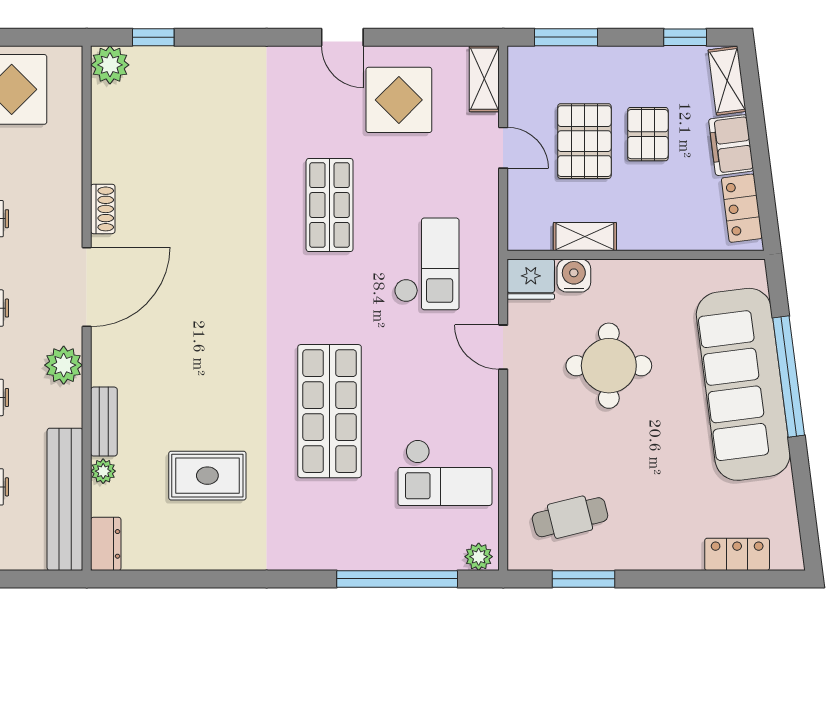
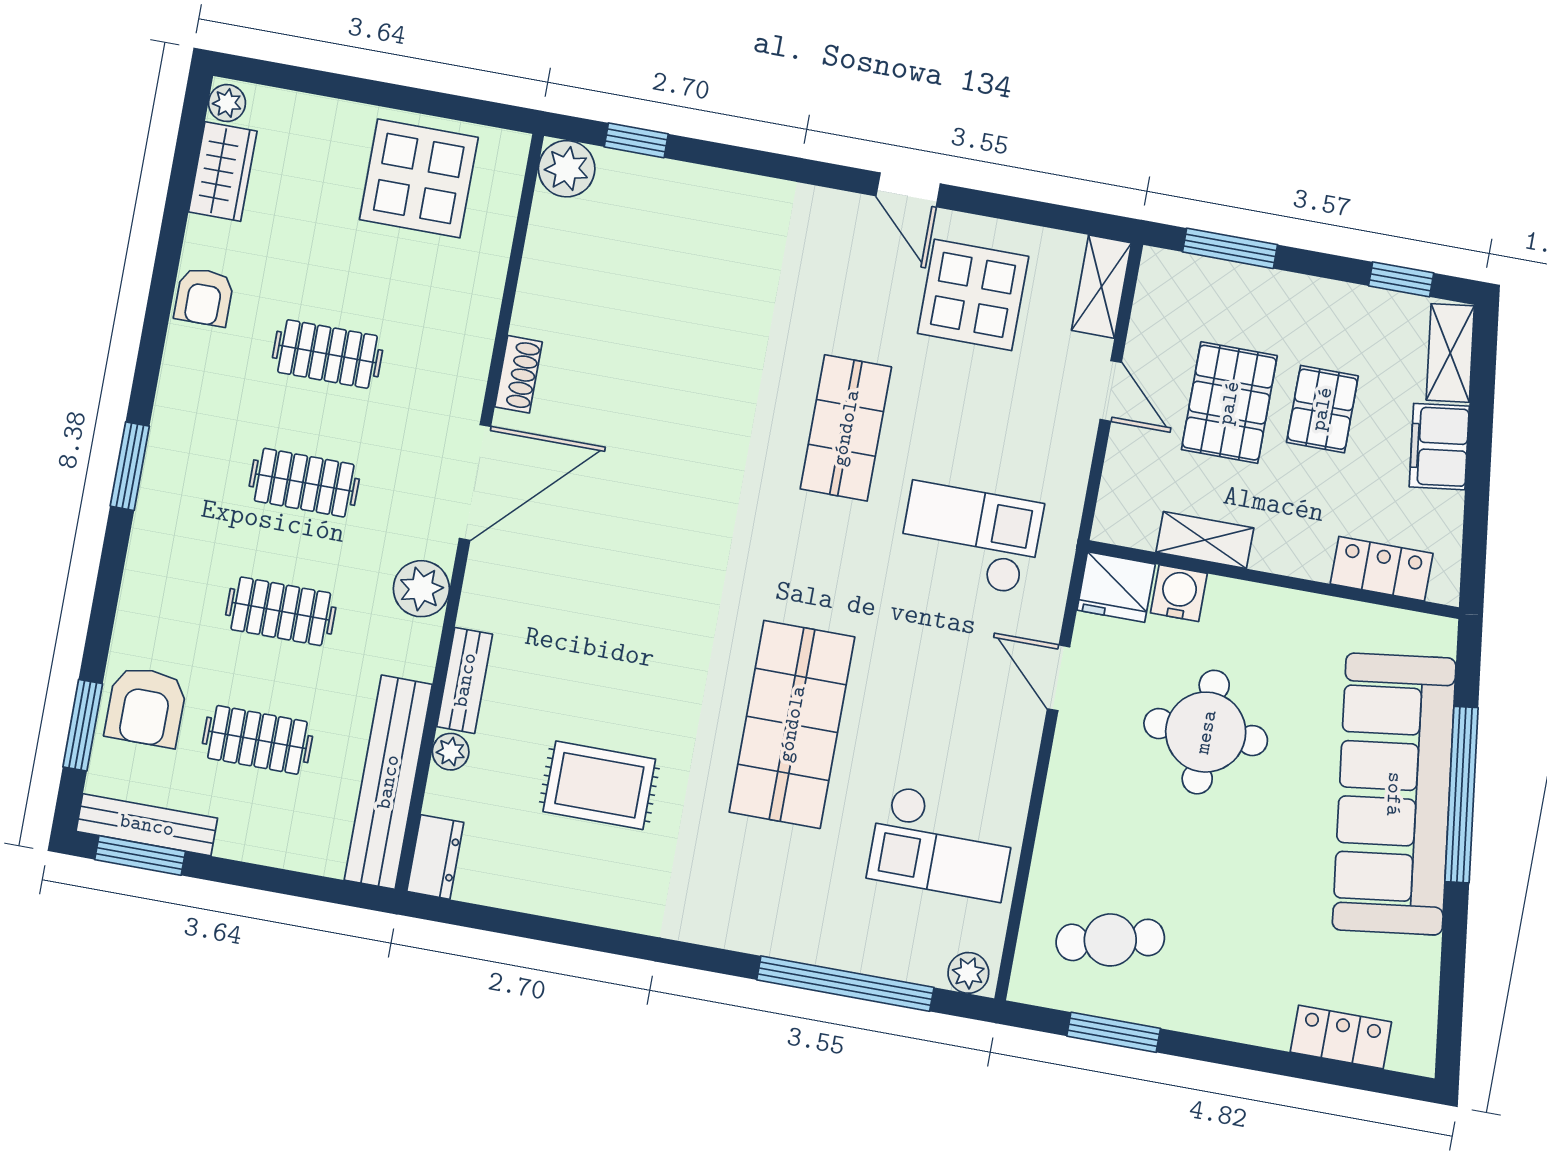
locker: (742, 208) -> (1382, 569), moved, turned 97
checkout: (427, 264) -> (970, 538), turned -90

